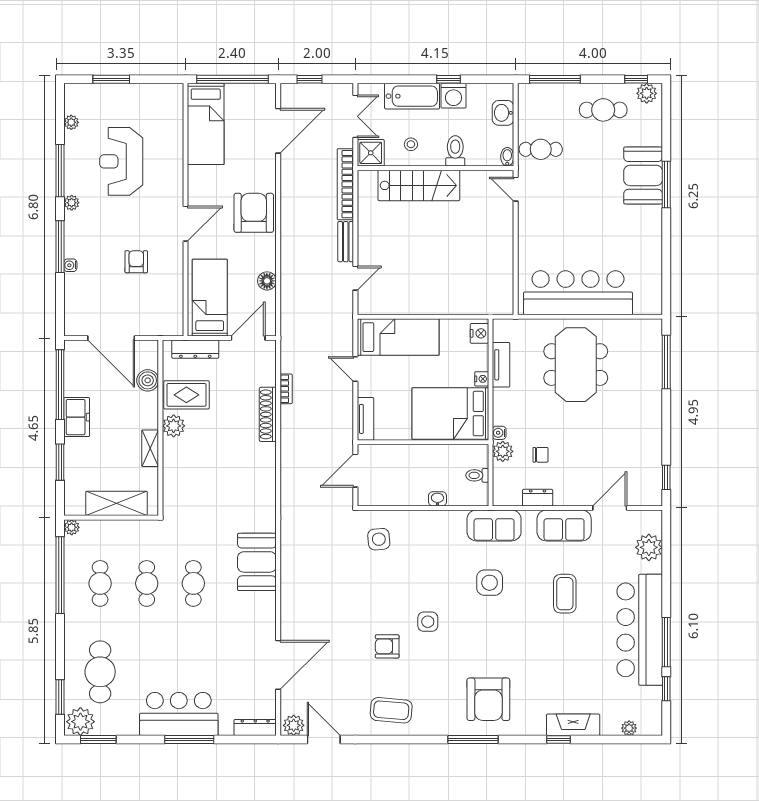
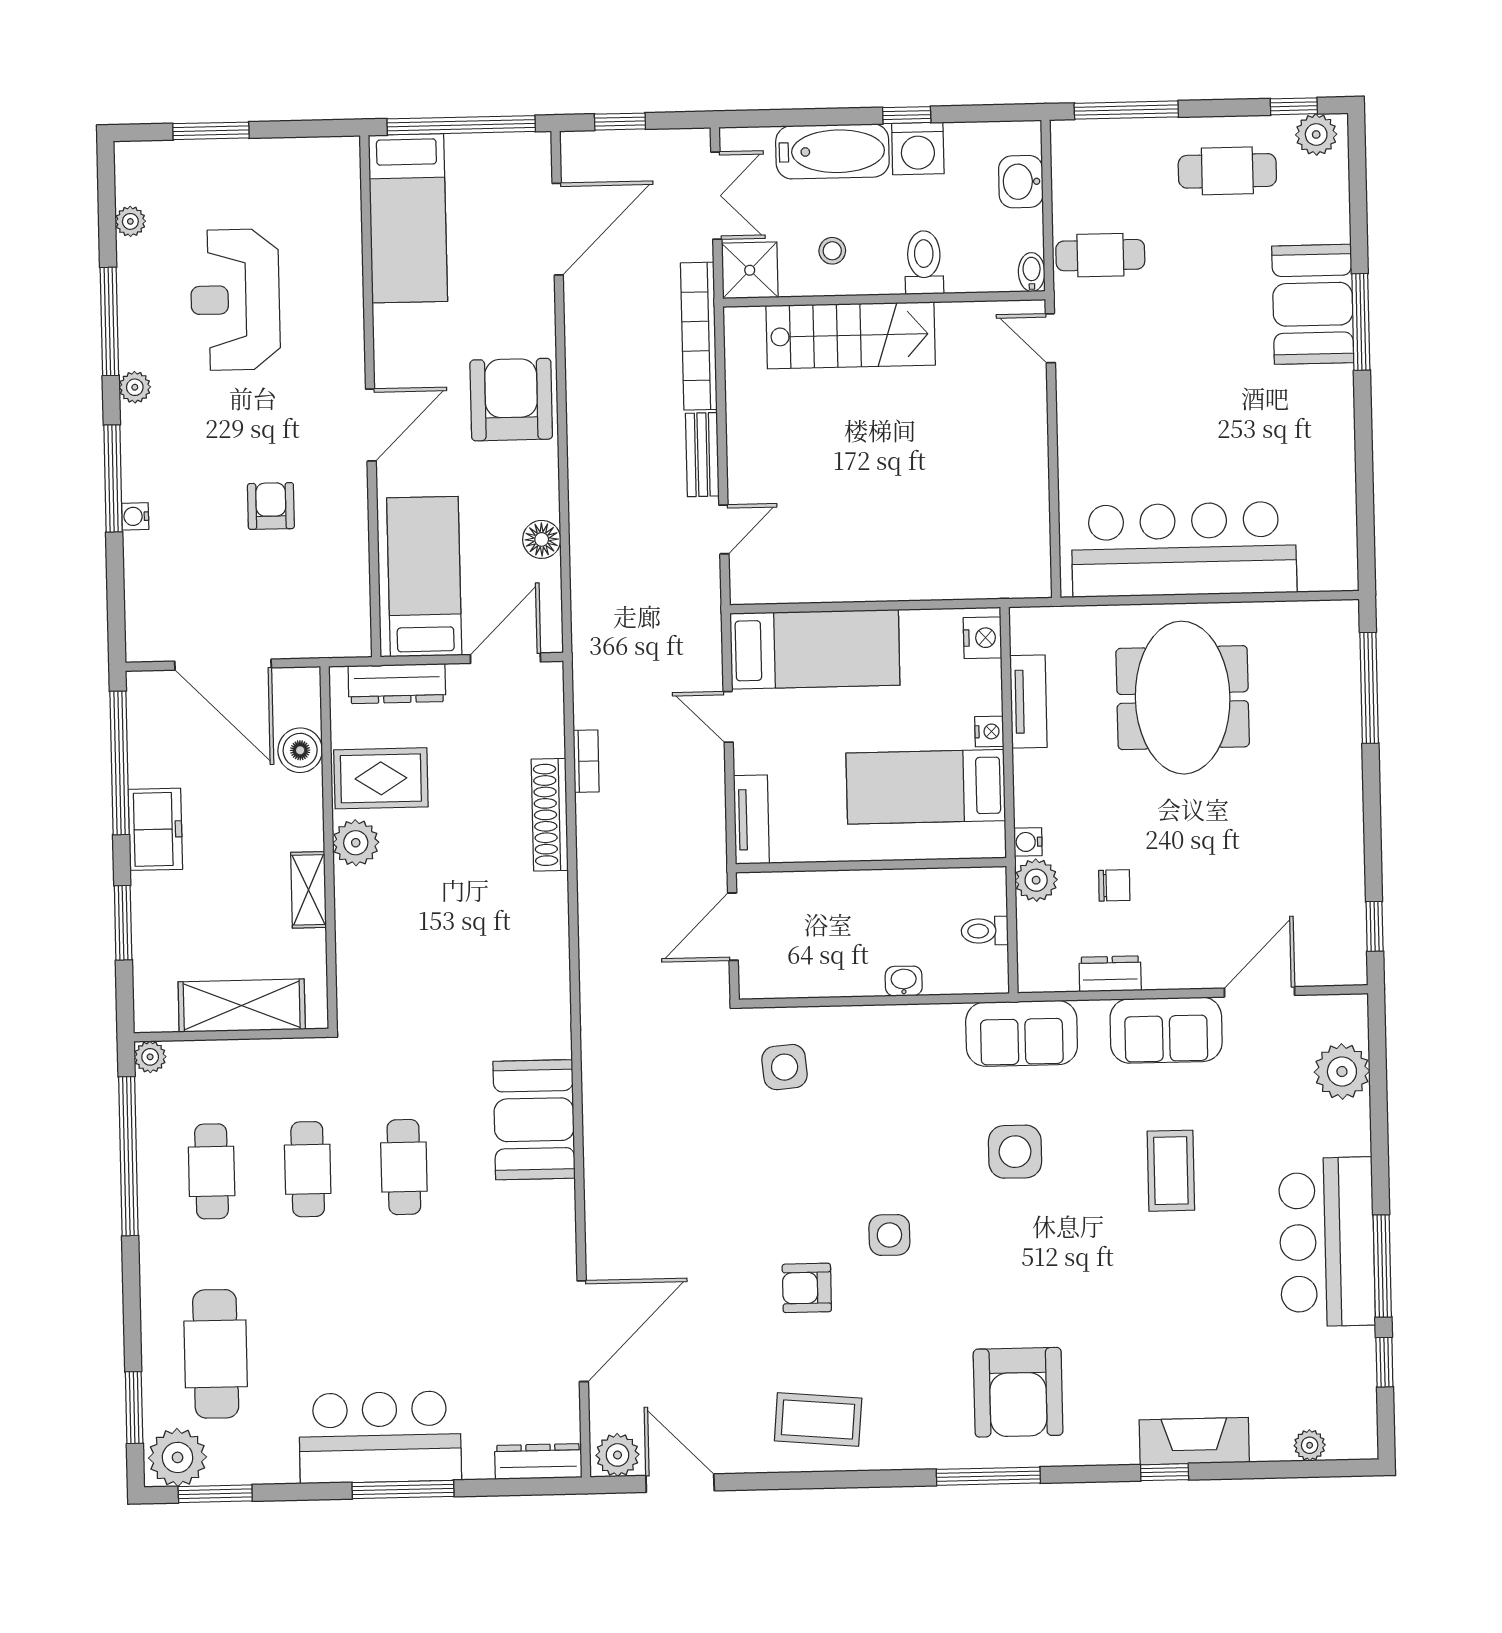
bed: (450, 414) -> (926, 787), width x0.67
bar counter: (640, 630) -> (1327, 1242), width x0.73

